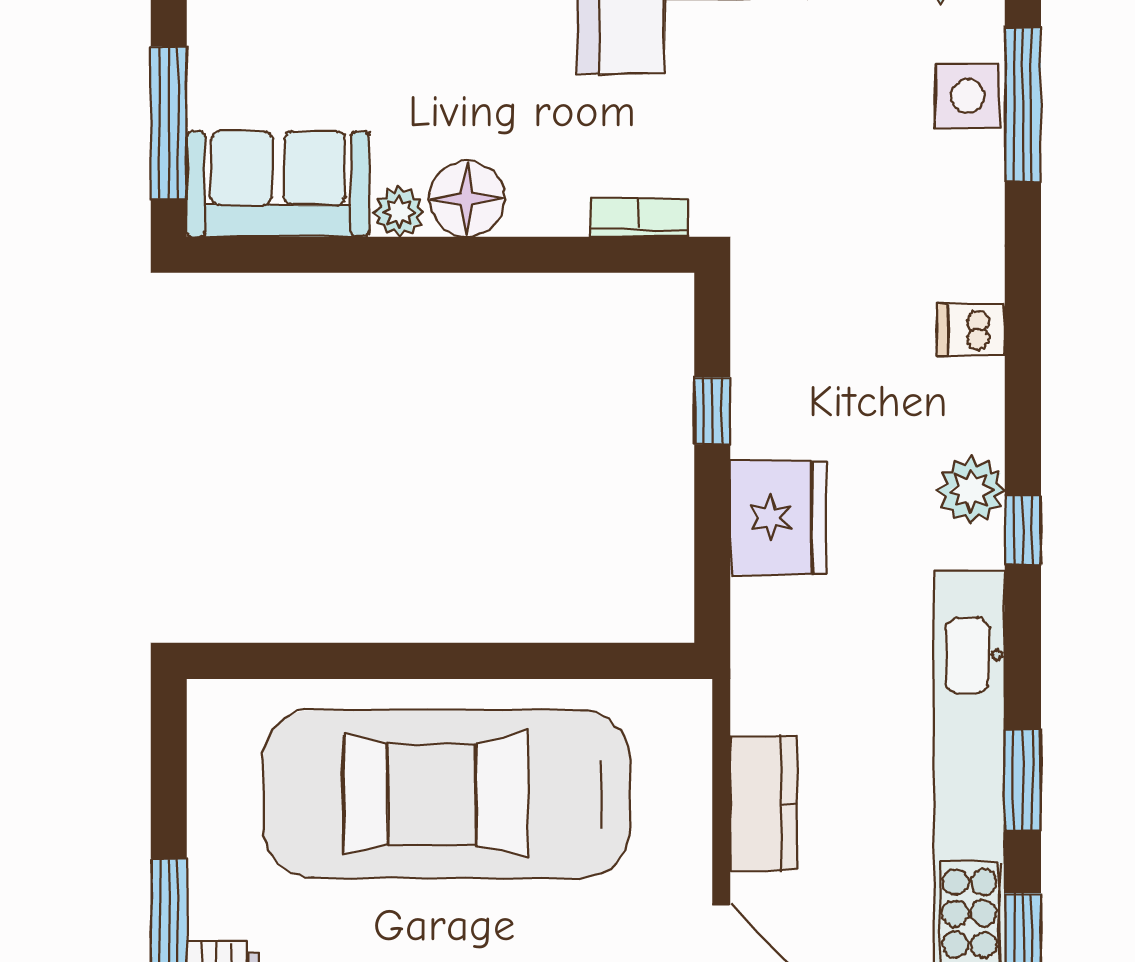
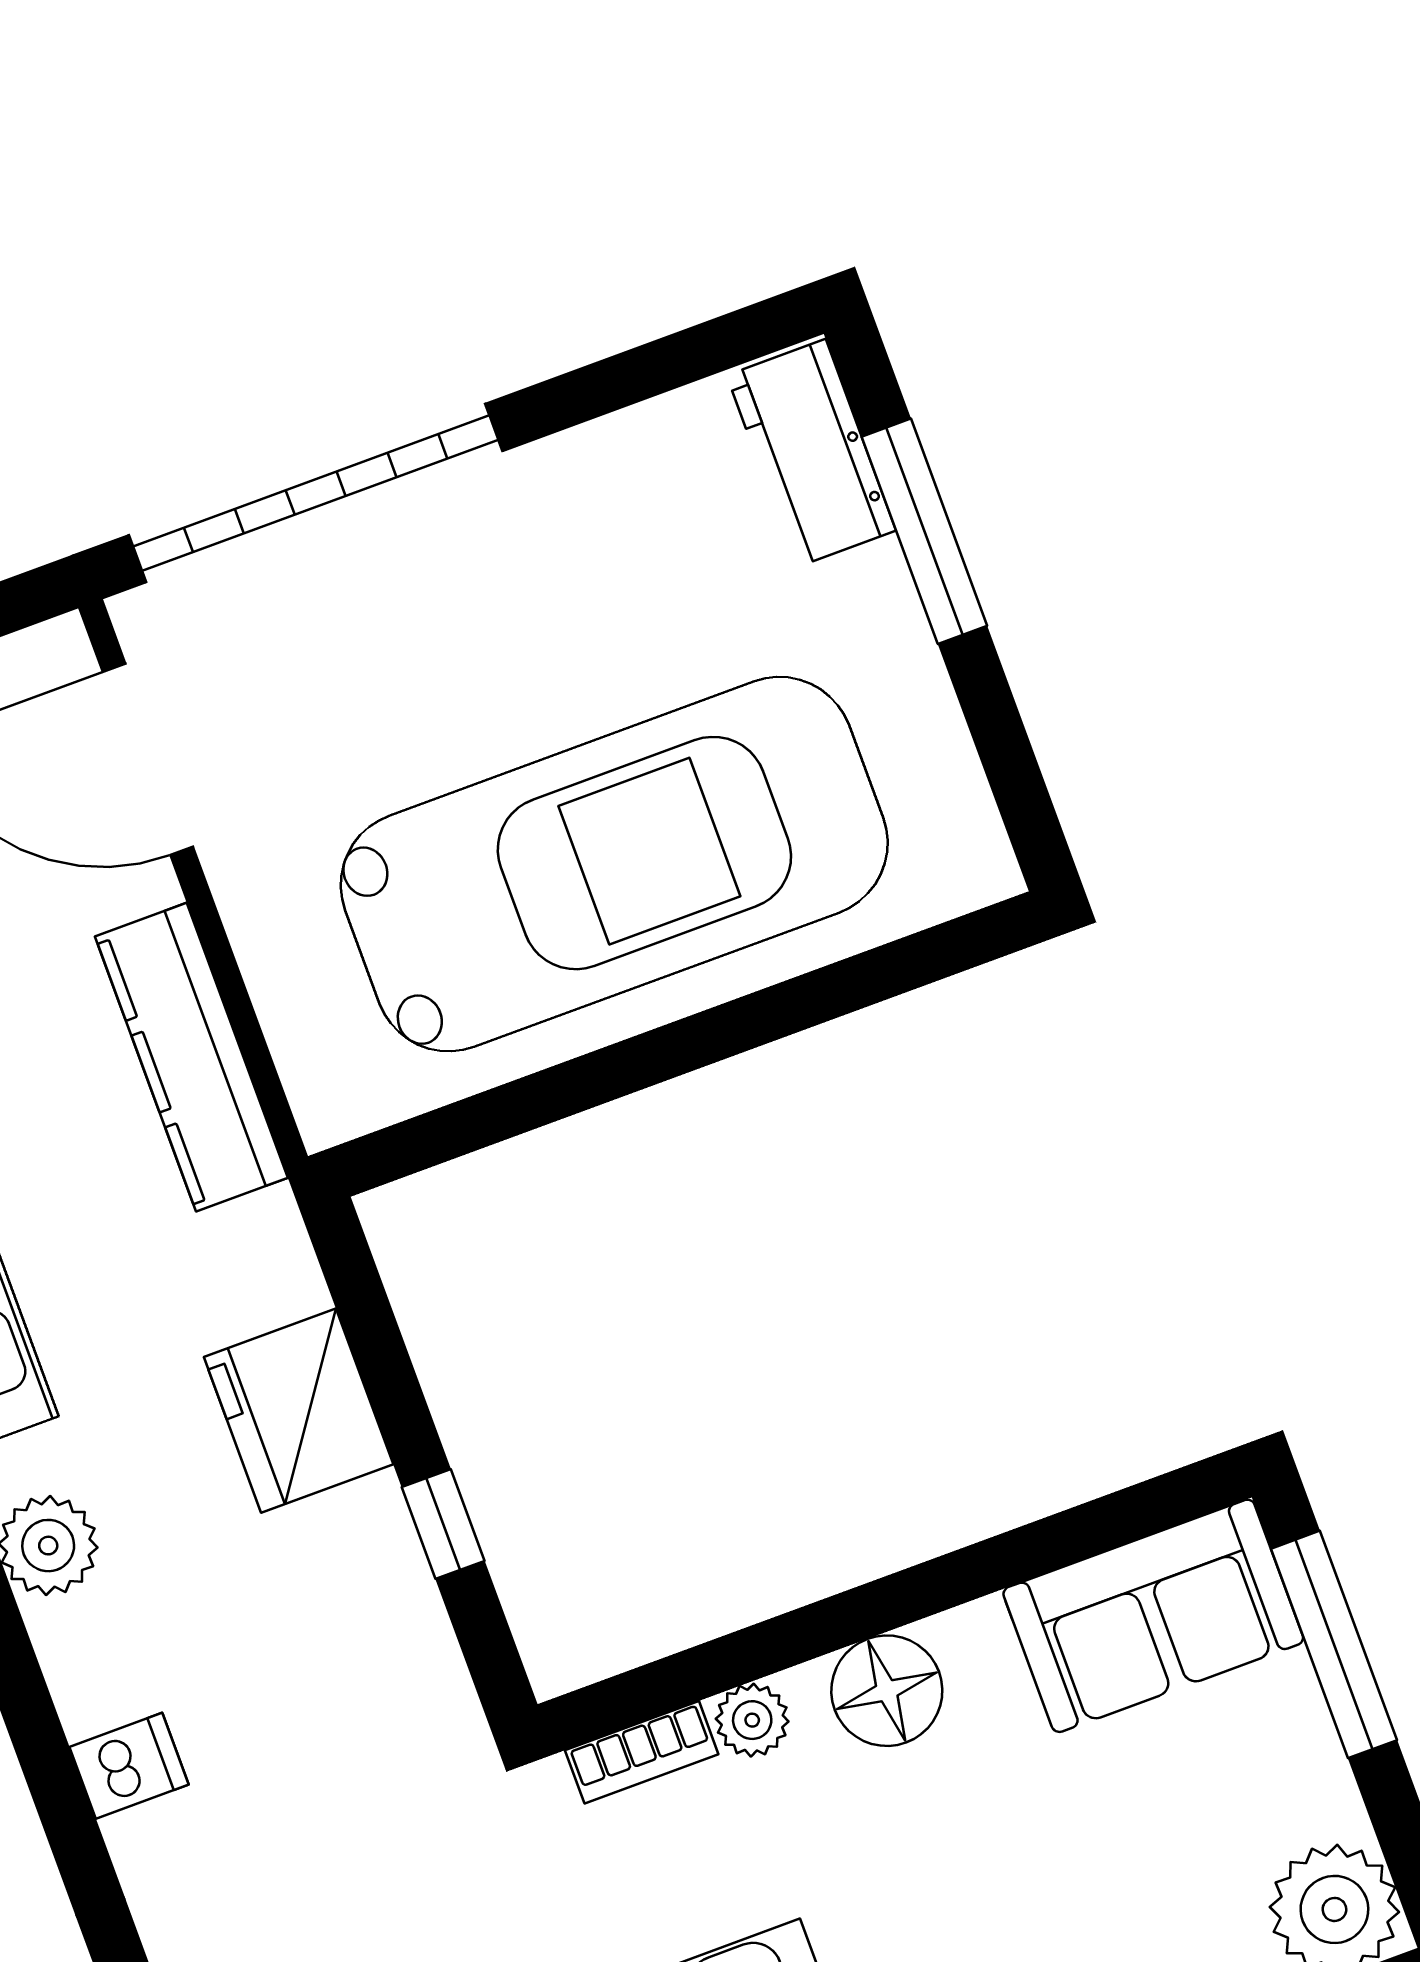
plant: (399, 212) -> (752, 1720), moved
kitchen counter: (764, 803) -> (191, 1057), width x1.50

